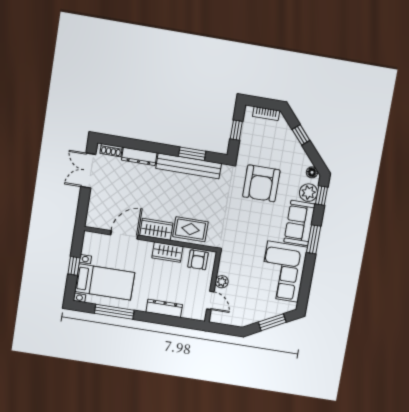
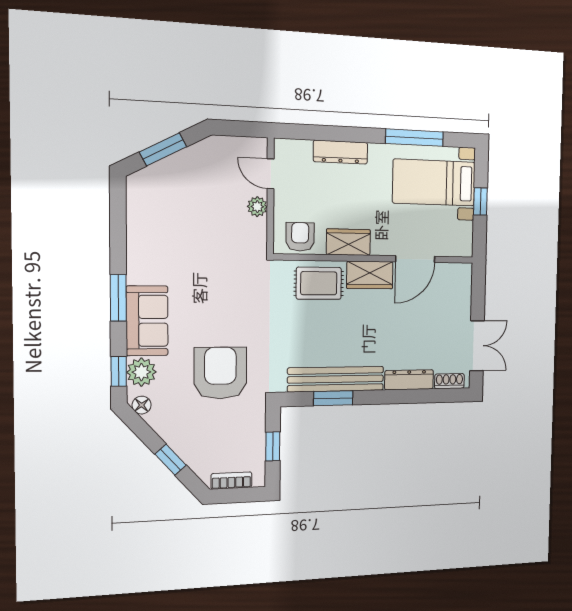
corner sofa: (283, 272) -> (160, 237), removed

